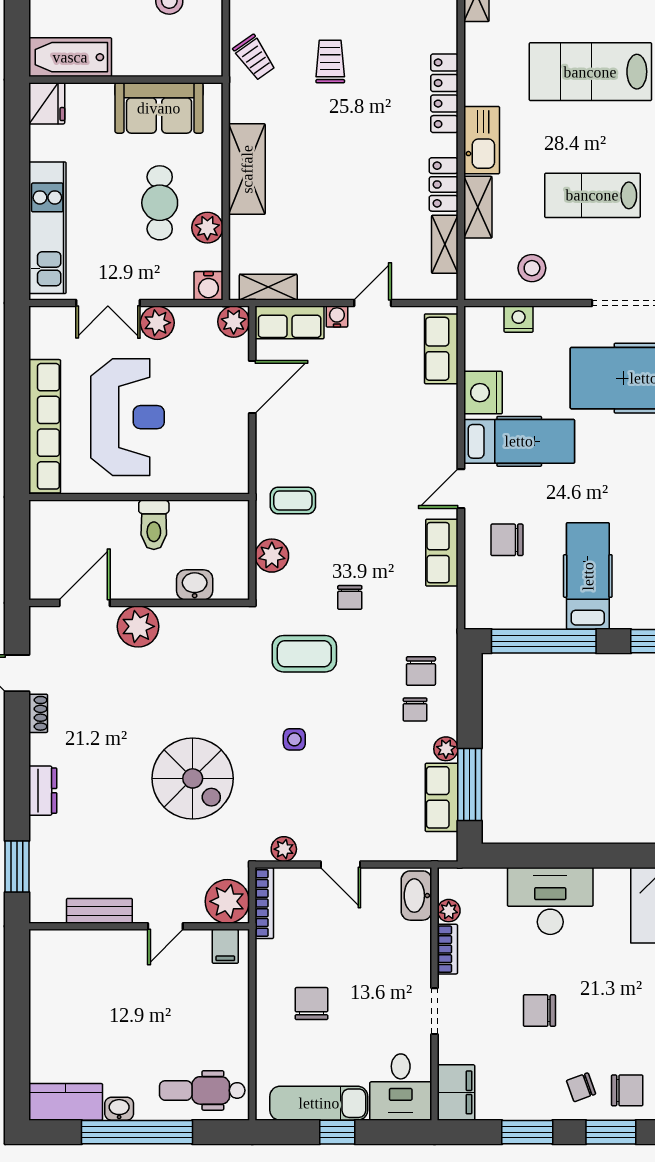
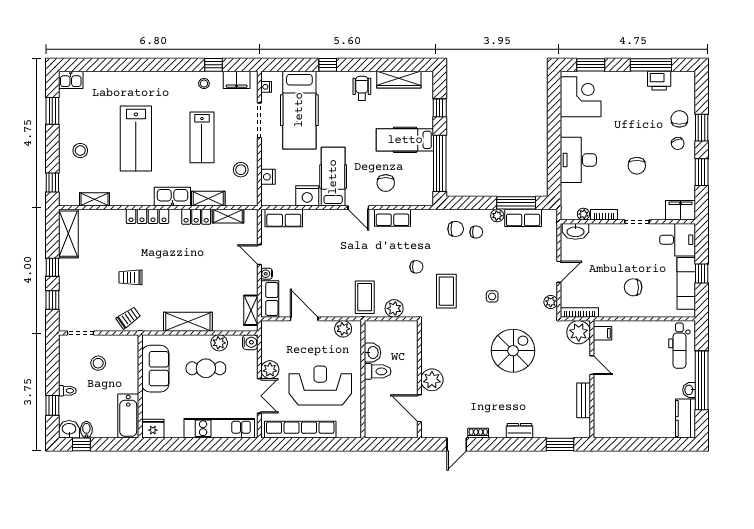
plant: (234, 322) -> (343, 329), moved
row of seats: (45, 426) -> (300, 430), moved
coffee table: (293, 500) -> (365, 297), width x1.36, depth x1.30
washbasin: (195, 585) -> (373, 353), moved, turned 180

